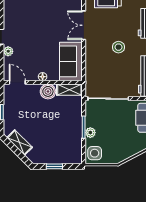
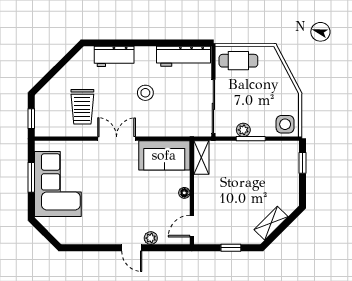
double door: (84, 25) -> (117, 139), swing flipped
boiler: (48, 91) -> (204, 186), removed
plant: (90, 133) -> (243, 130), moved
window: (54, 166) -> (303, 163), moved

